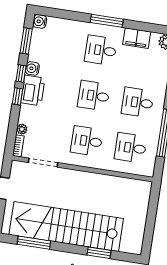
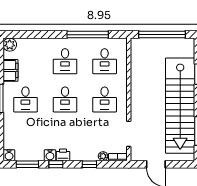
printer: (33, 90) -> (63, 155), width x0.53, depth x0.68
window: (18, 96) -> (89, 164), moved
window: (151, 218) -> (162, 35), added

